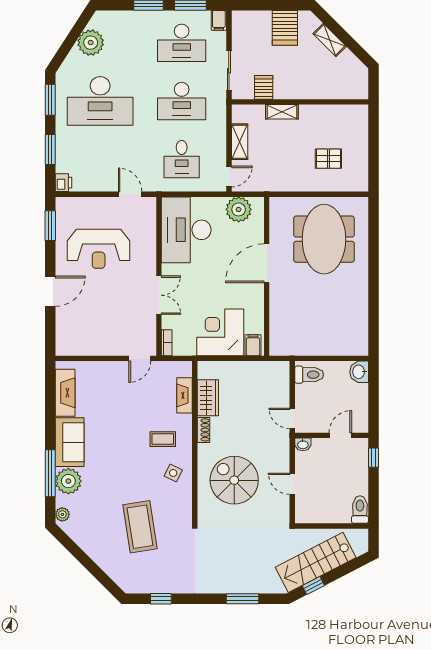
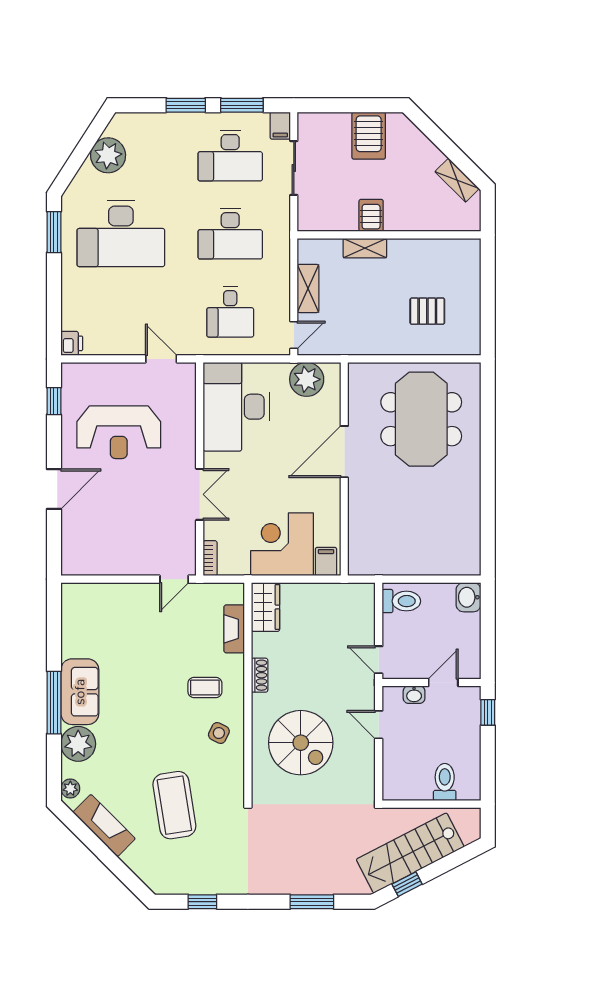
shelving: (330, 40) -> (457, 180), moved
sliding door: (229, 71) -> (294, 168), moved
server rack: (264, 87) -> (371, 215), moved
window: (50, 150) -> (54, 299), removed
window: (50, 226) -> (54, 401), width x0.67
fireplace: (65, 393) -> (104, 825), moved, turned -45
wardrobe: (208, 398) -> (265, 607), moved
washbasin: (303, 444) -> (414, 695), moved
window: (50, 473) -> (54, 703), moved
spiral stairs: (234, 480) -> (301, 743), turned 180
door: (292, 484) -> (379, 725), moved
toilet: (360, 510) -> (445, 782), moved

